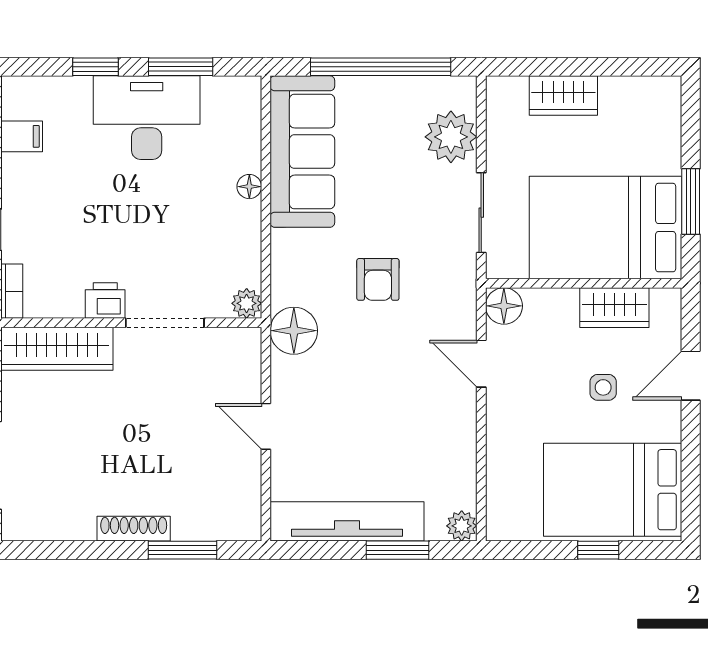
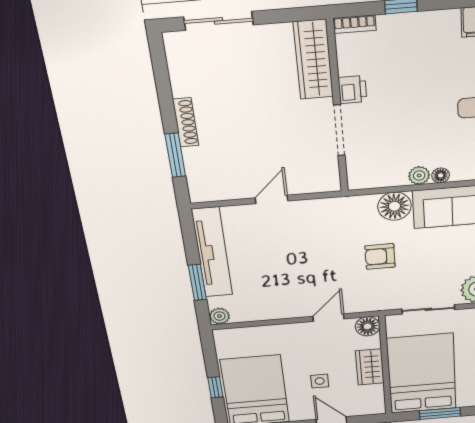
plant: (247, 303) -> (419, 175), moved
wardrobe: (614, 308) -> (370, 367), moved
floor lamp: (294, 331) -> (394, 206), moved

